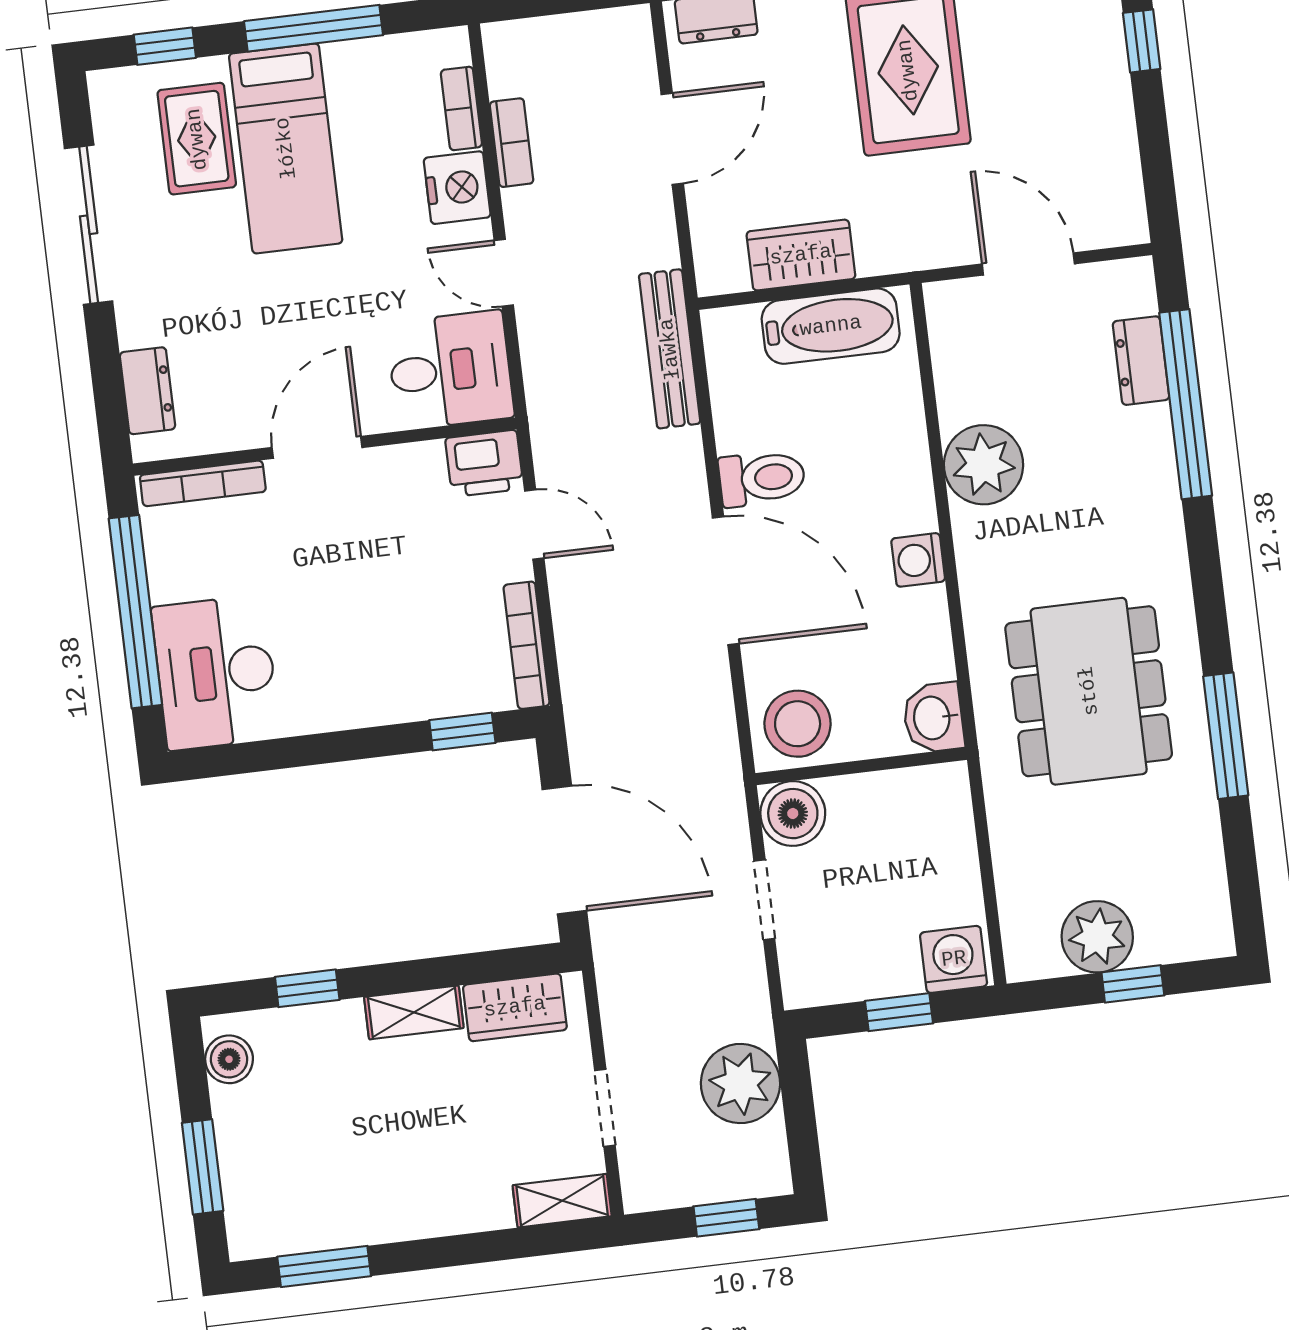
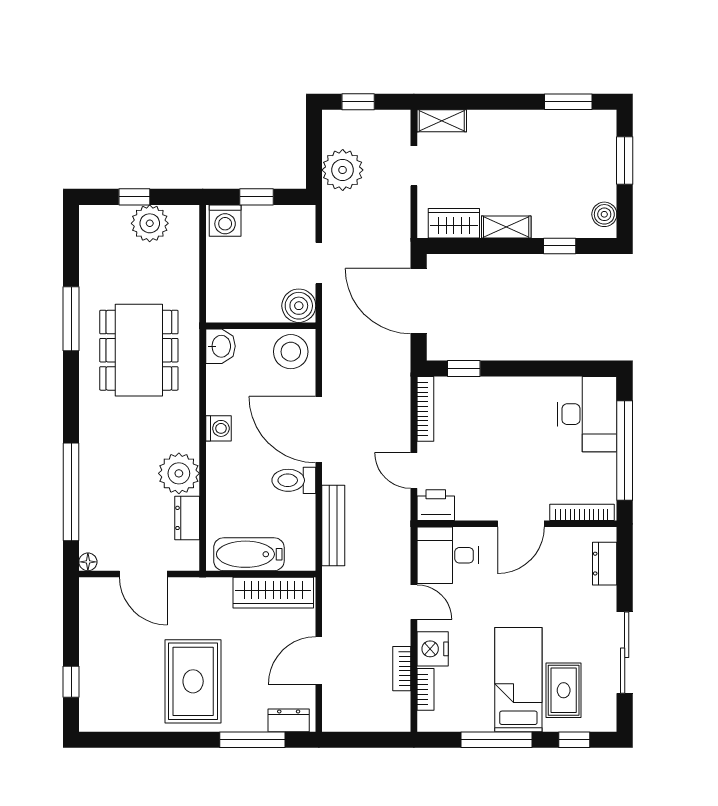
wardrobe: (801, 255) -> (273, 593), width x1.50
floor lamp: (1137, 274) -> (88, 562), added
bench: (670, 349) -> (333, 525), moved
dresser: (1141, 361) -> (187, 518), moved, turned 180

